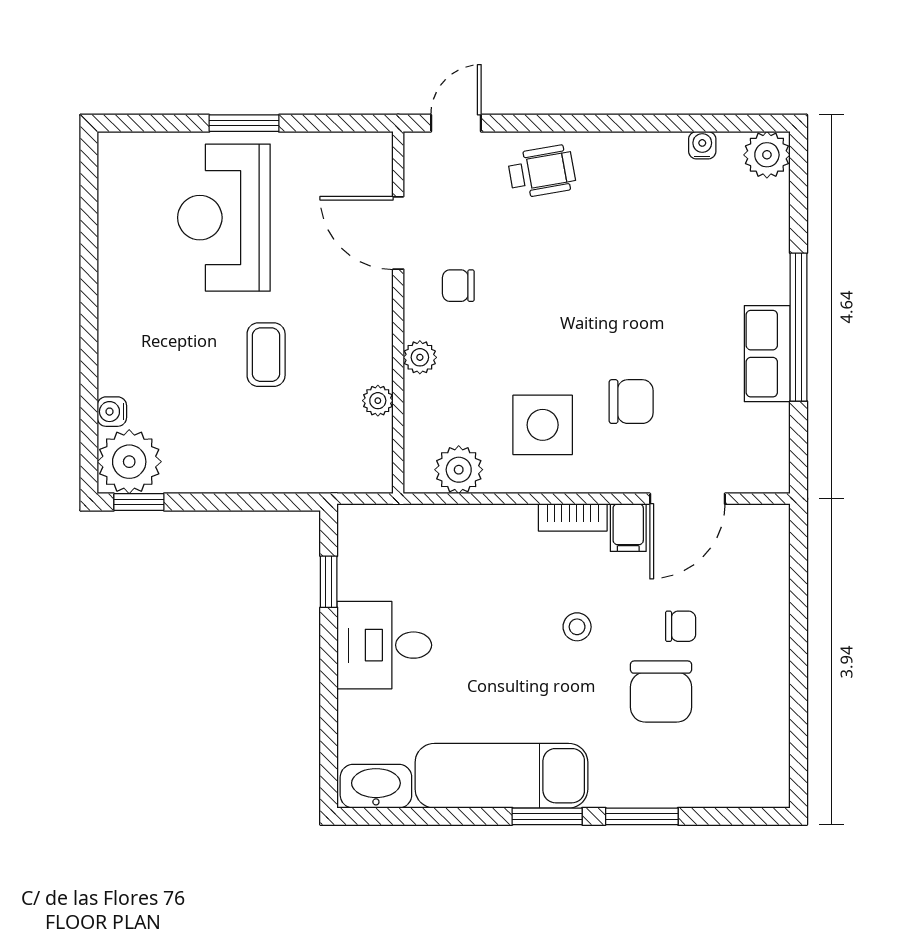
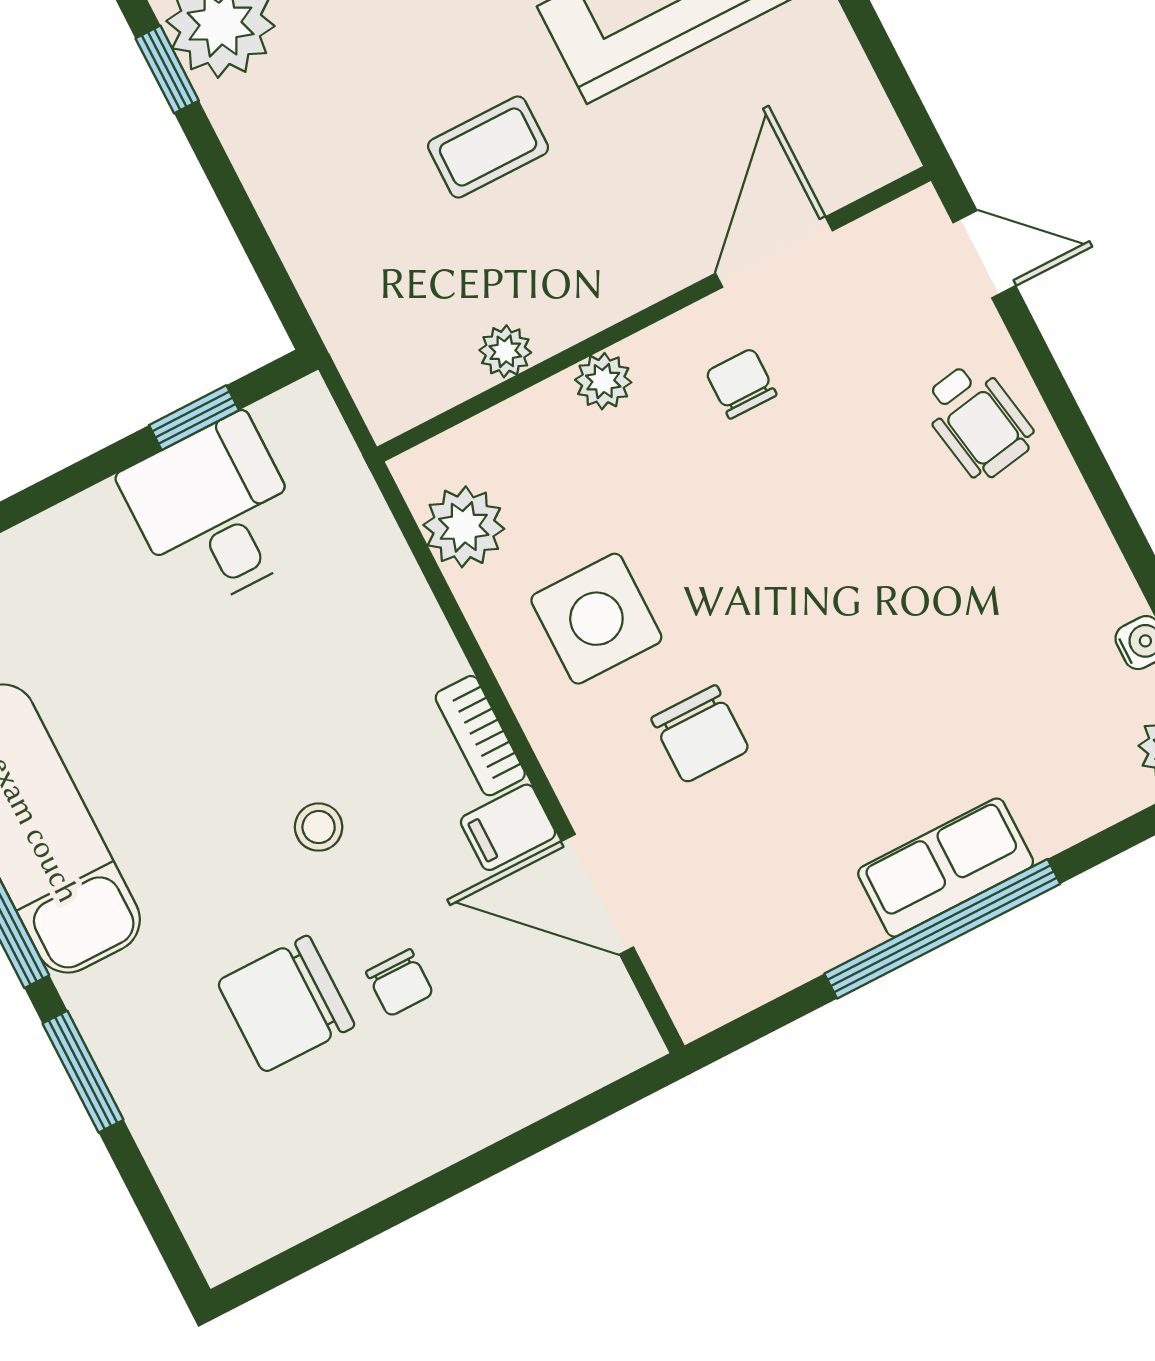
row of seats: (767, 354) -> (946, 868), moved
desk: (384, 645) -> (215, 512), moved

